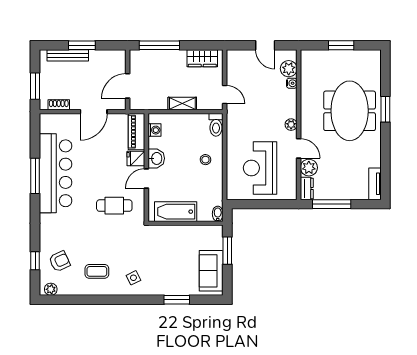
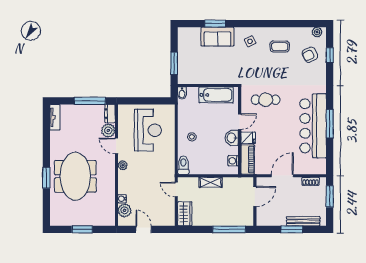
wardrobe: (202, 58) -> (185, 214), moved, turned 90
sofa: (211, 271) -> (217, 37), moved, turned 90

